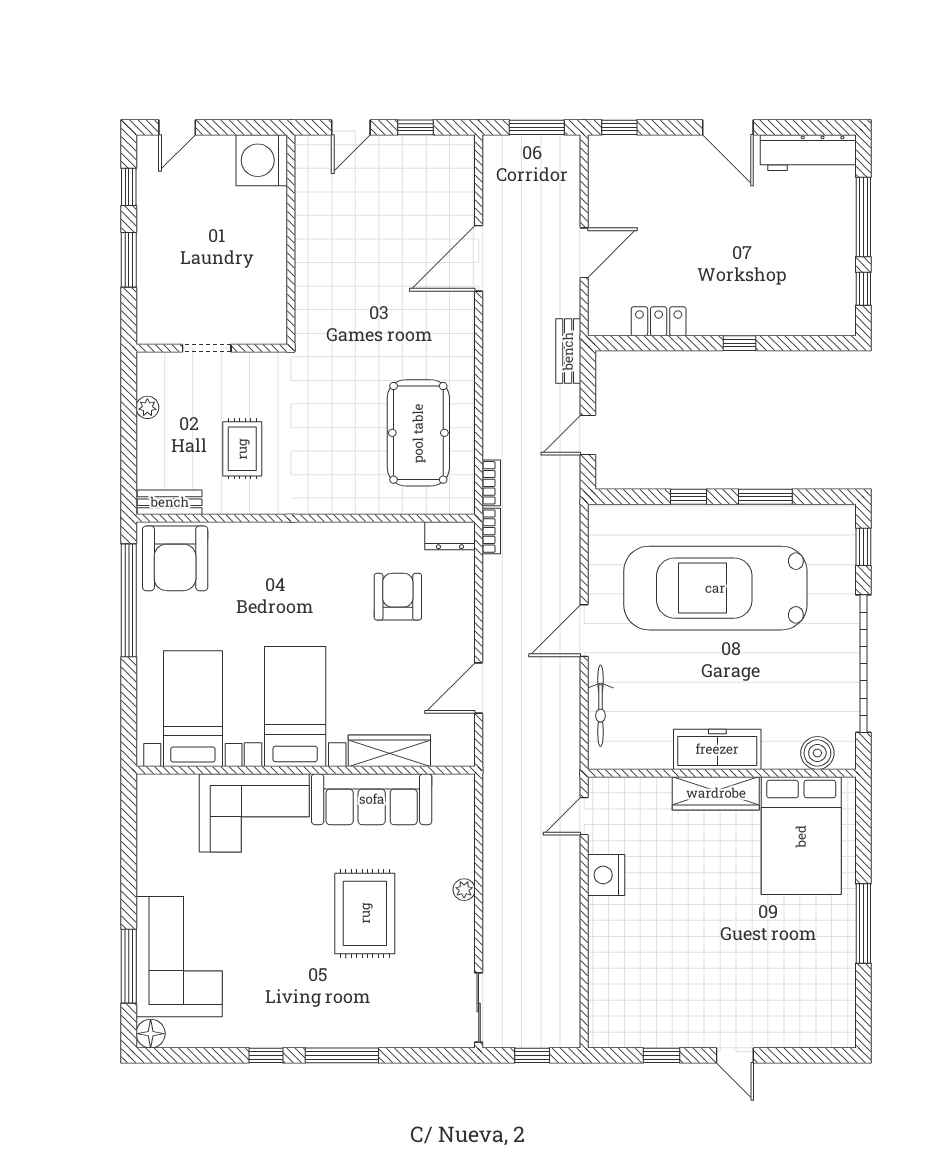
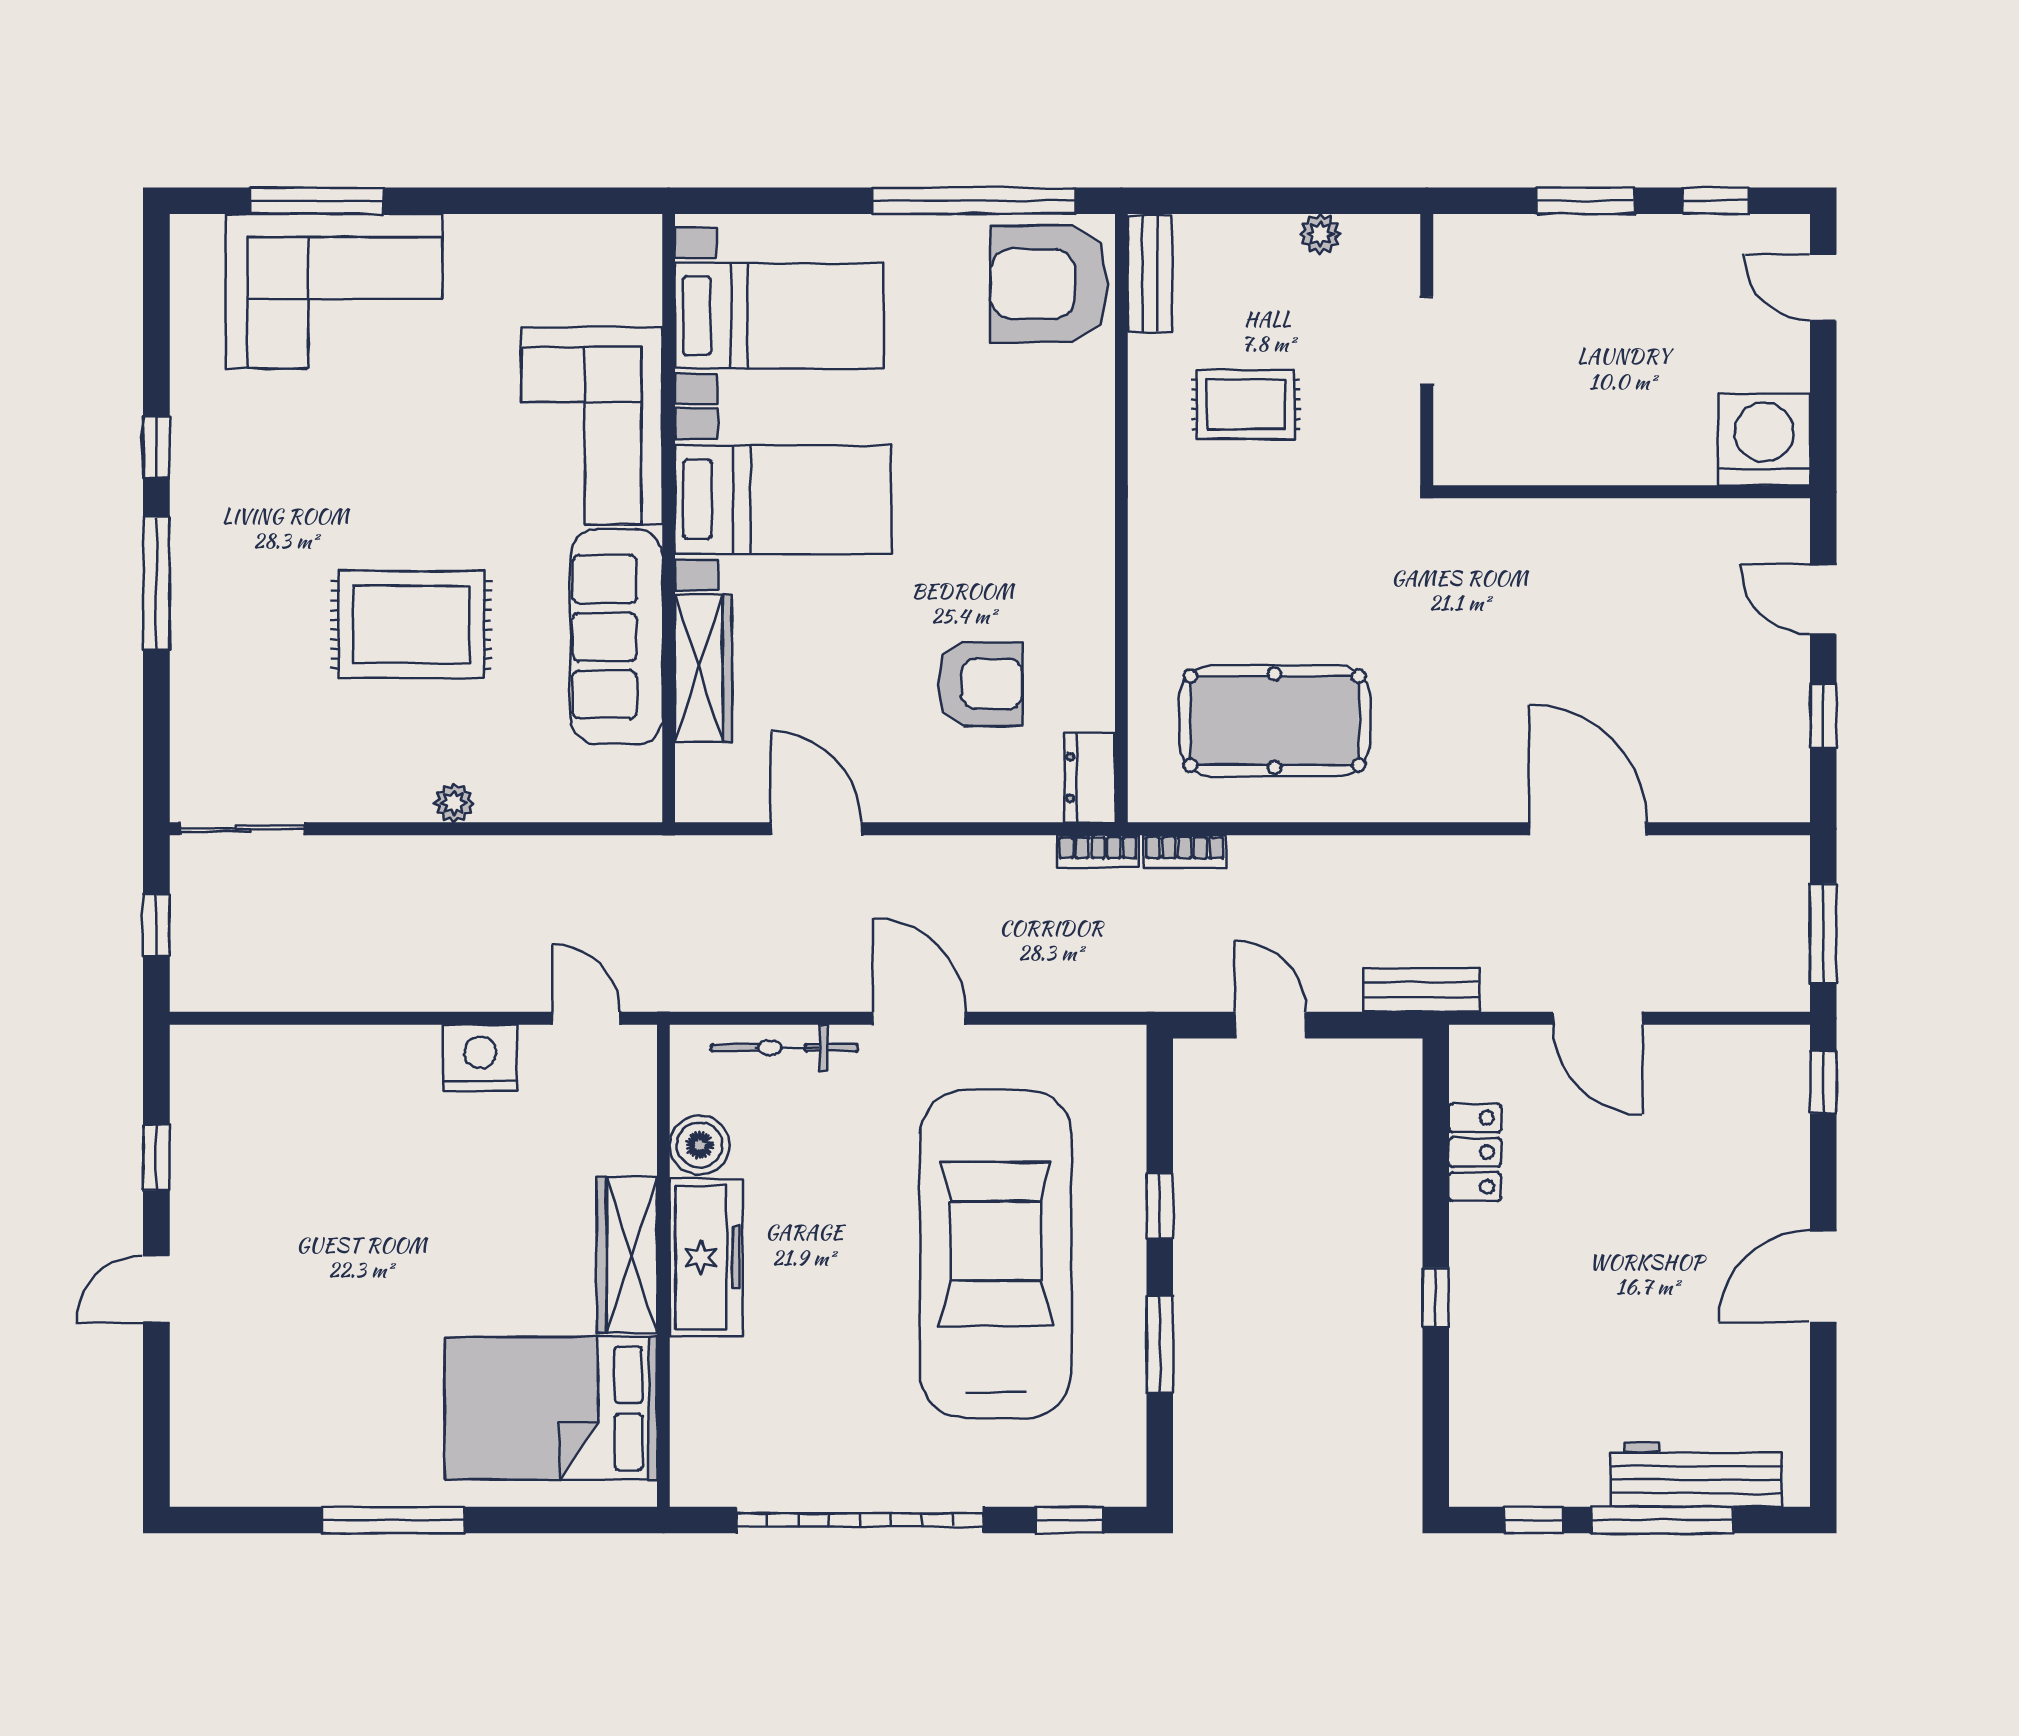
workbench: (808, 153) -> (1697, 1475), moved, turned 90
boiler: (817, 753) -> (699, 1145), moved
floor lamp: (151, 1034) -> (196, 240), removed

